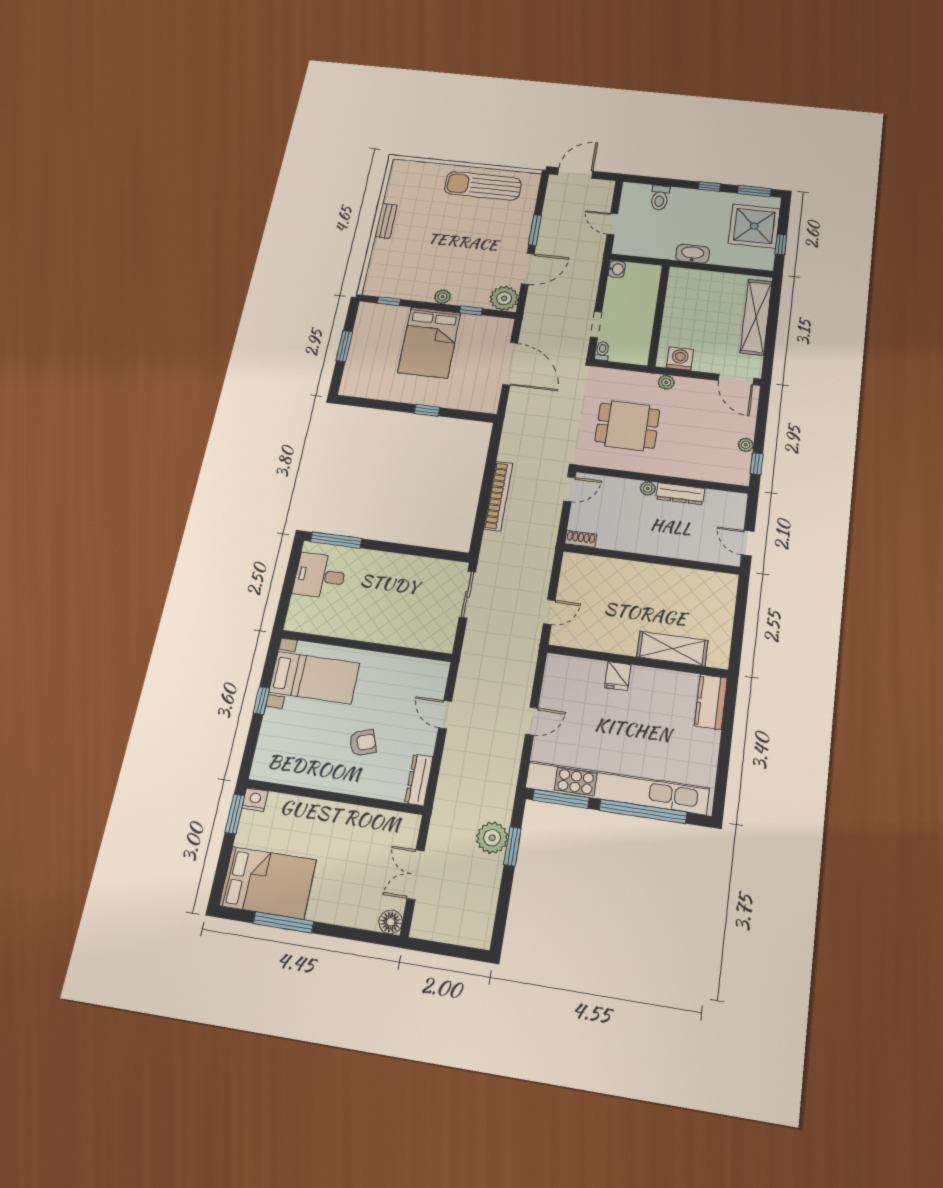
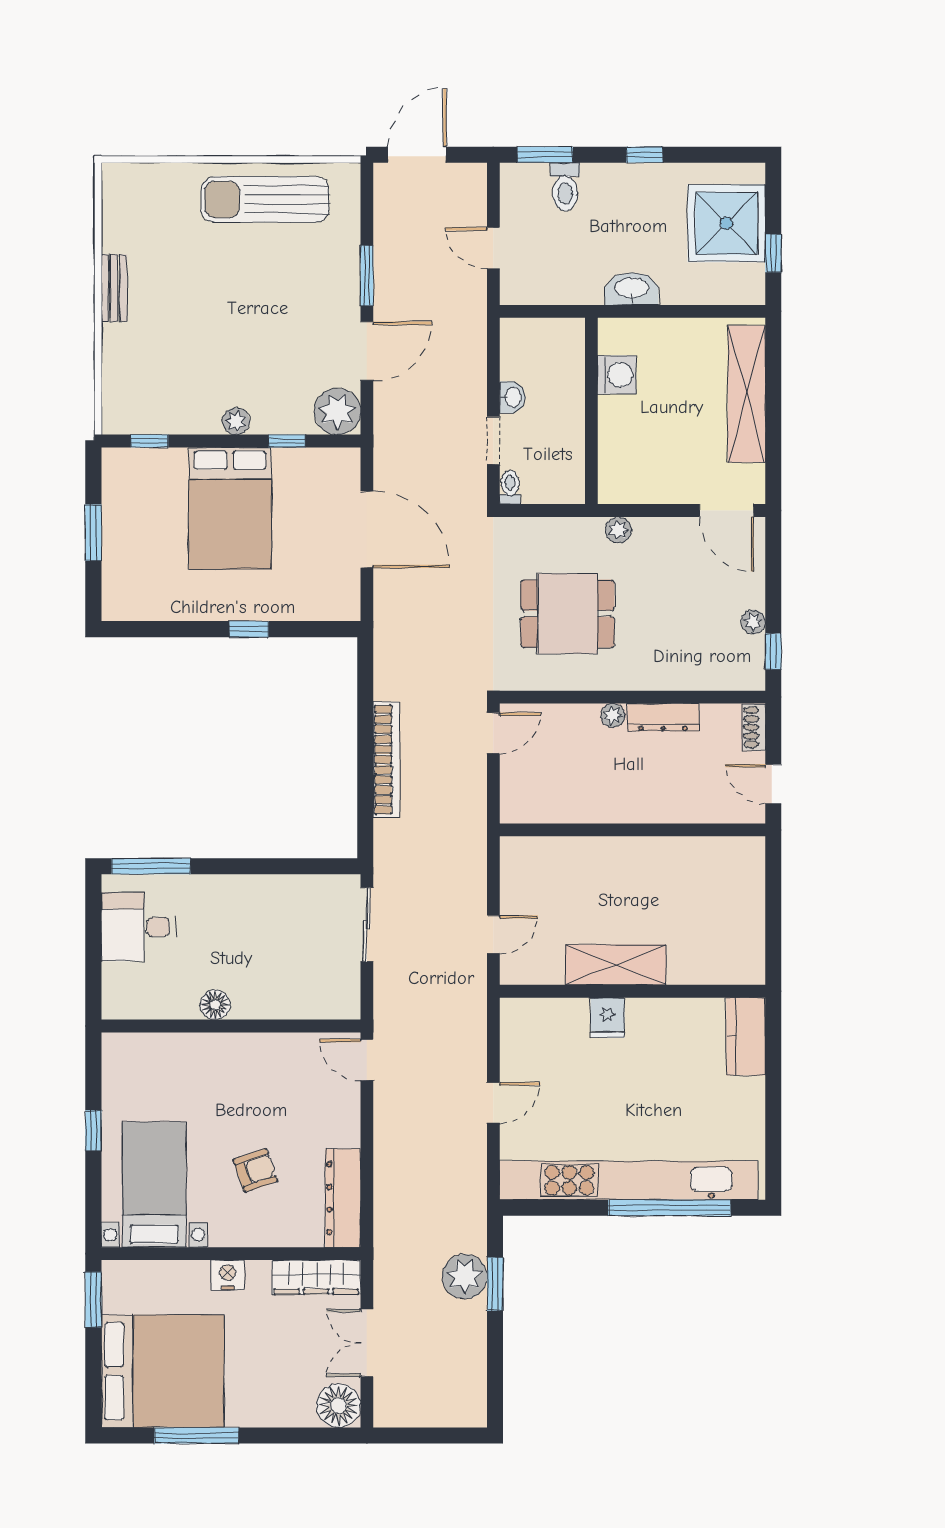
window: (754, 191) -> (545, 155), moved
washbasin: (617, 269) -> (512, 397), moved
washing machine: (680, 359) -> (617, 375), moved, turned 90
shoe rack: (581, 539) -> (754, 727), moved, turned -90
floor lamp: (359, 631) -> (215, 1005), added
shelving: (672, 649) -> (616, 965), moved
bed with nightstands: (314, 678) -> (154, 1185), moved, turned -90
door: (445, 715) -> (367, 1060), moved
dresser: (419, 780) -> (343, 1198), width x1.37, depth x1.24
window: (561, 799) -> (552, 1208), removed
nightstand: (255, 800) -> (228, 1275), moved
wardrobe: (389, 822) -> (316, 1277), added
bed: (268, 883) -> (163, 1371), width x1.36
floor lamp: (391, 922) -> (339, 1406), width x1.38, depth x1.38

